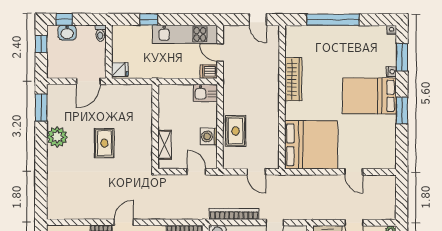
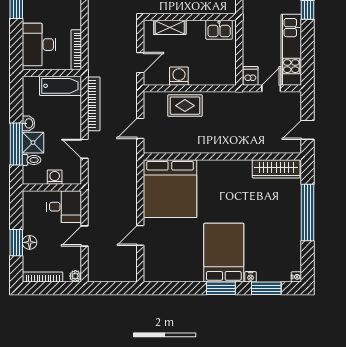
wardrobe: (293, 79) -> (276, 169), moved
kitchen sink: (205, 93) -> (219, 30), moved, turned -90
window: (402, 110) -> (221, 288), moved

